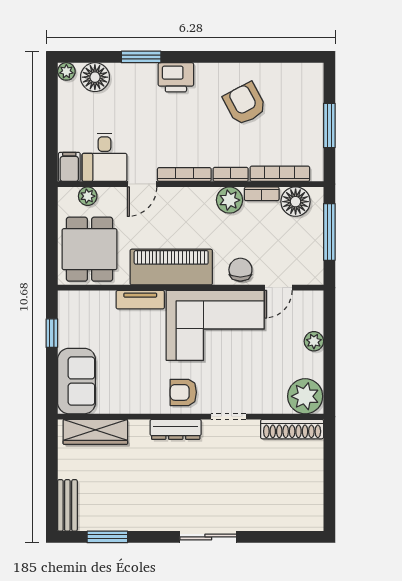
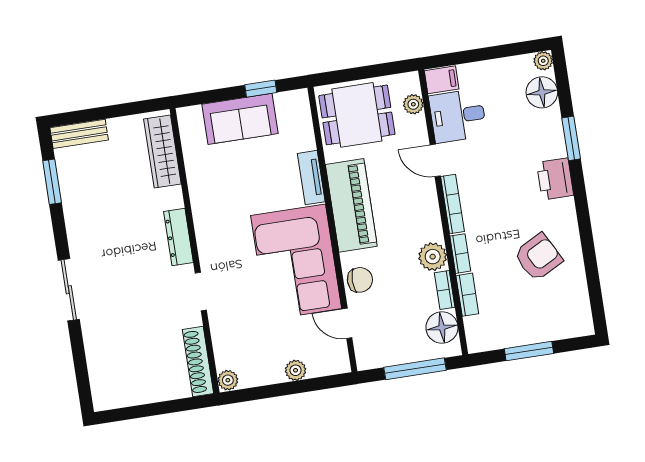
bookcase: (280, 174) -> (467, 295), width x0.64
sofa: (77, 381) -> (240, 119), moved
armchair: (183, 392) -> (219, 239), removed
plant: (305, 396) -> (228, 380), width x0.53, depth x0.53

